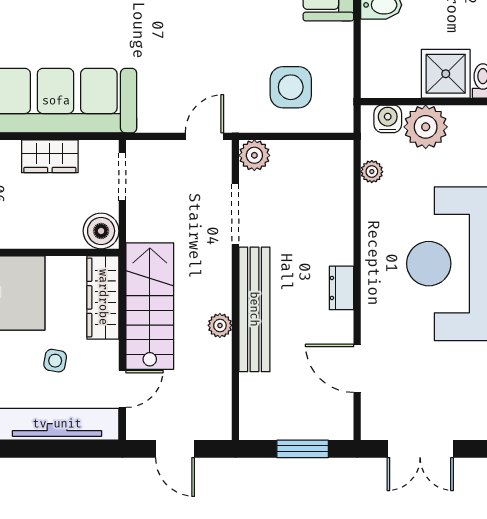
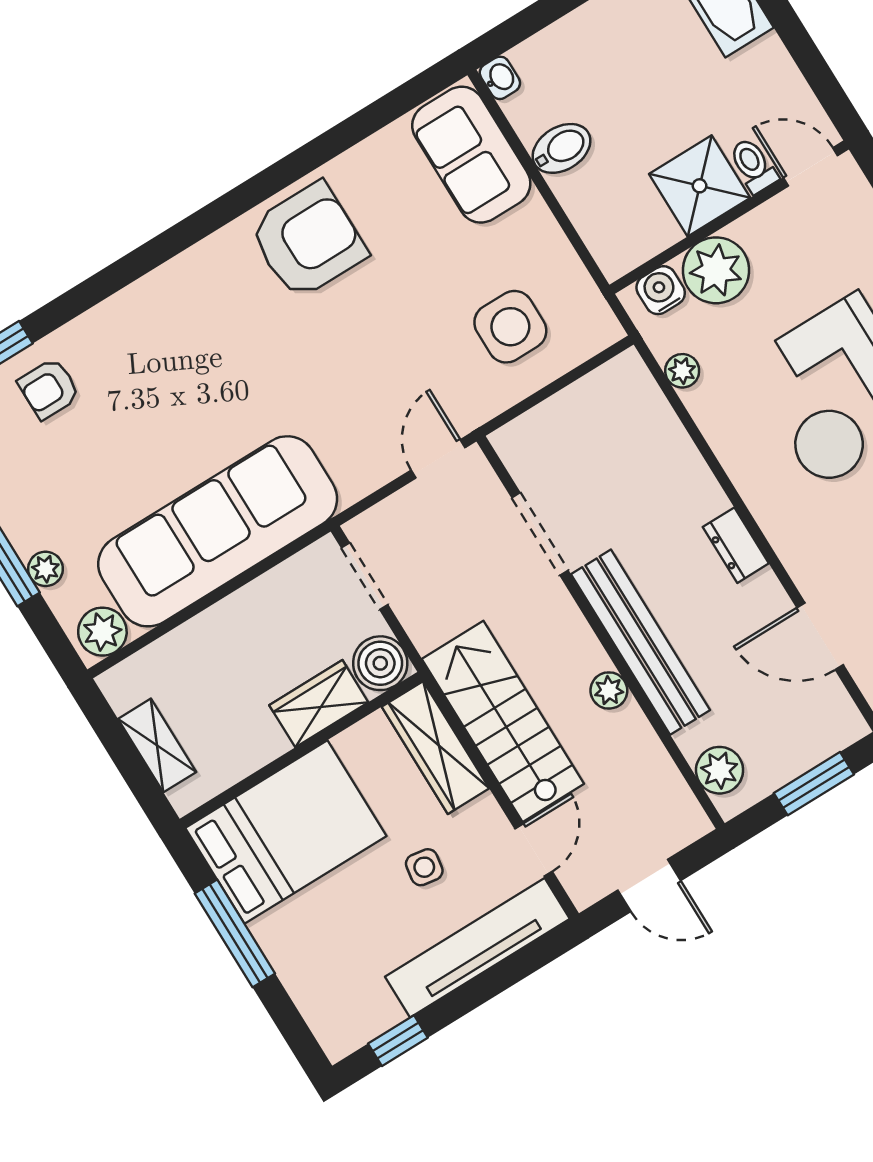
plant: (254, 155) -> (720, 770), moved
wardrobe: (50, 156) -> (319, 704), moved, turned 180

